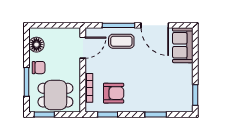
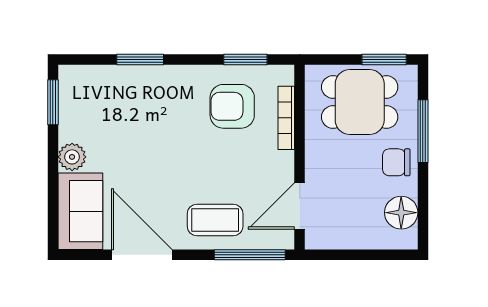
window: (119, 25) -> (250, 255), moved
plant: (187, 70) -> (72, 157), added

